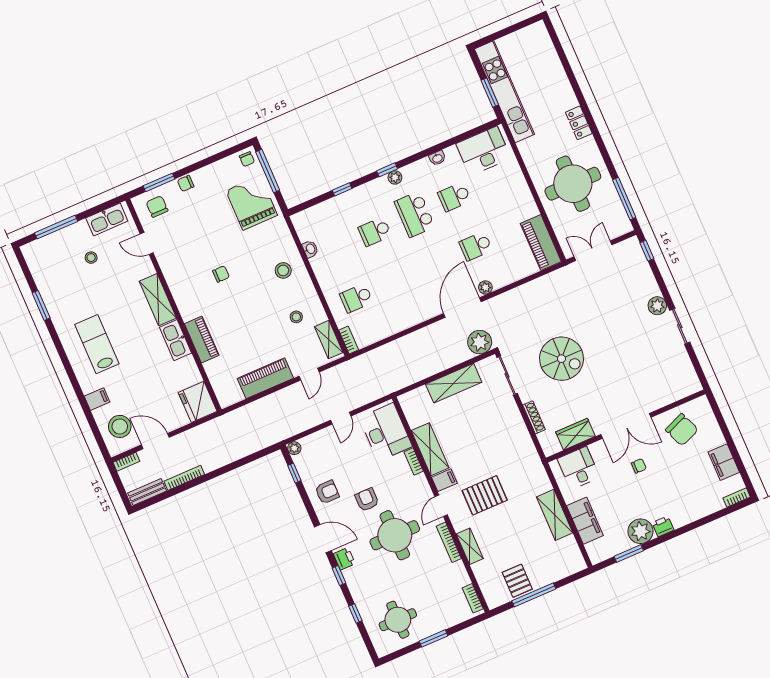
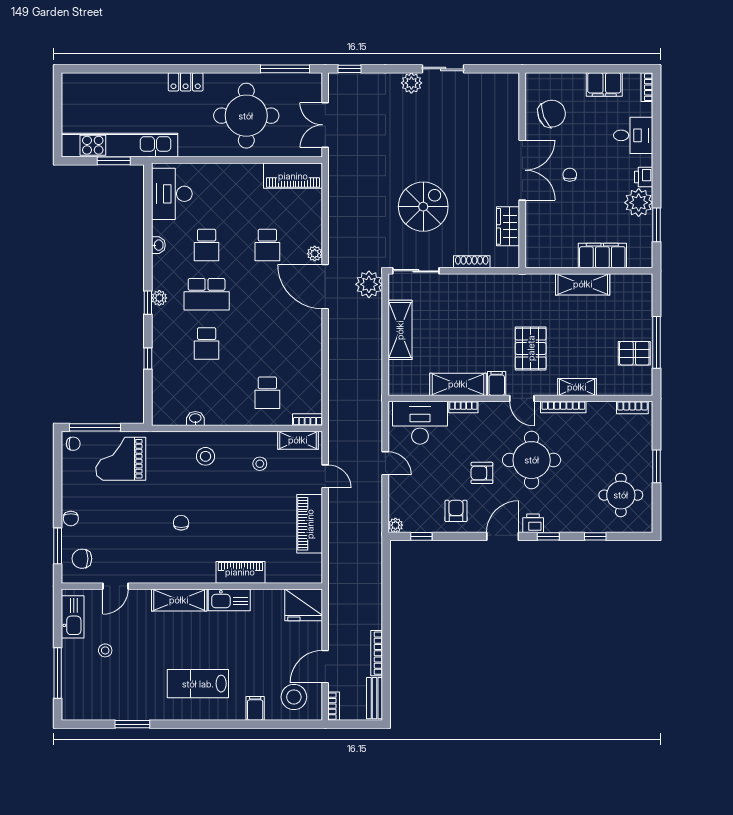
desk: (579, 468) -> (633, 135), moved, turned 180

